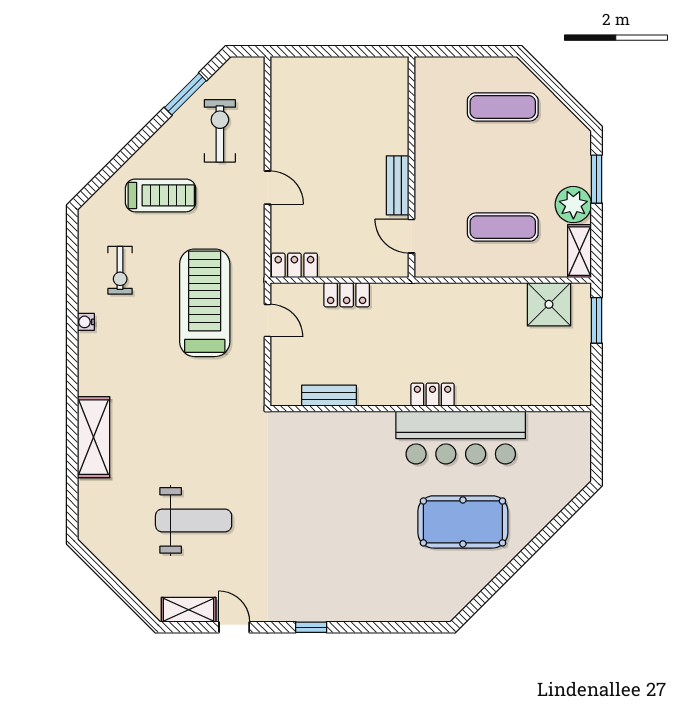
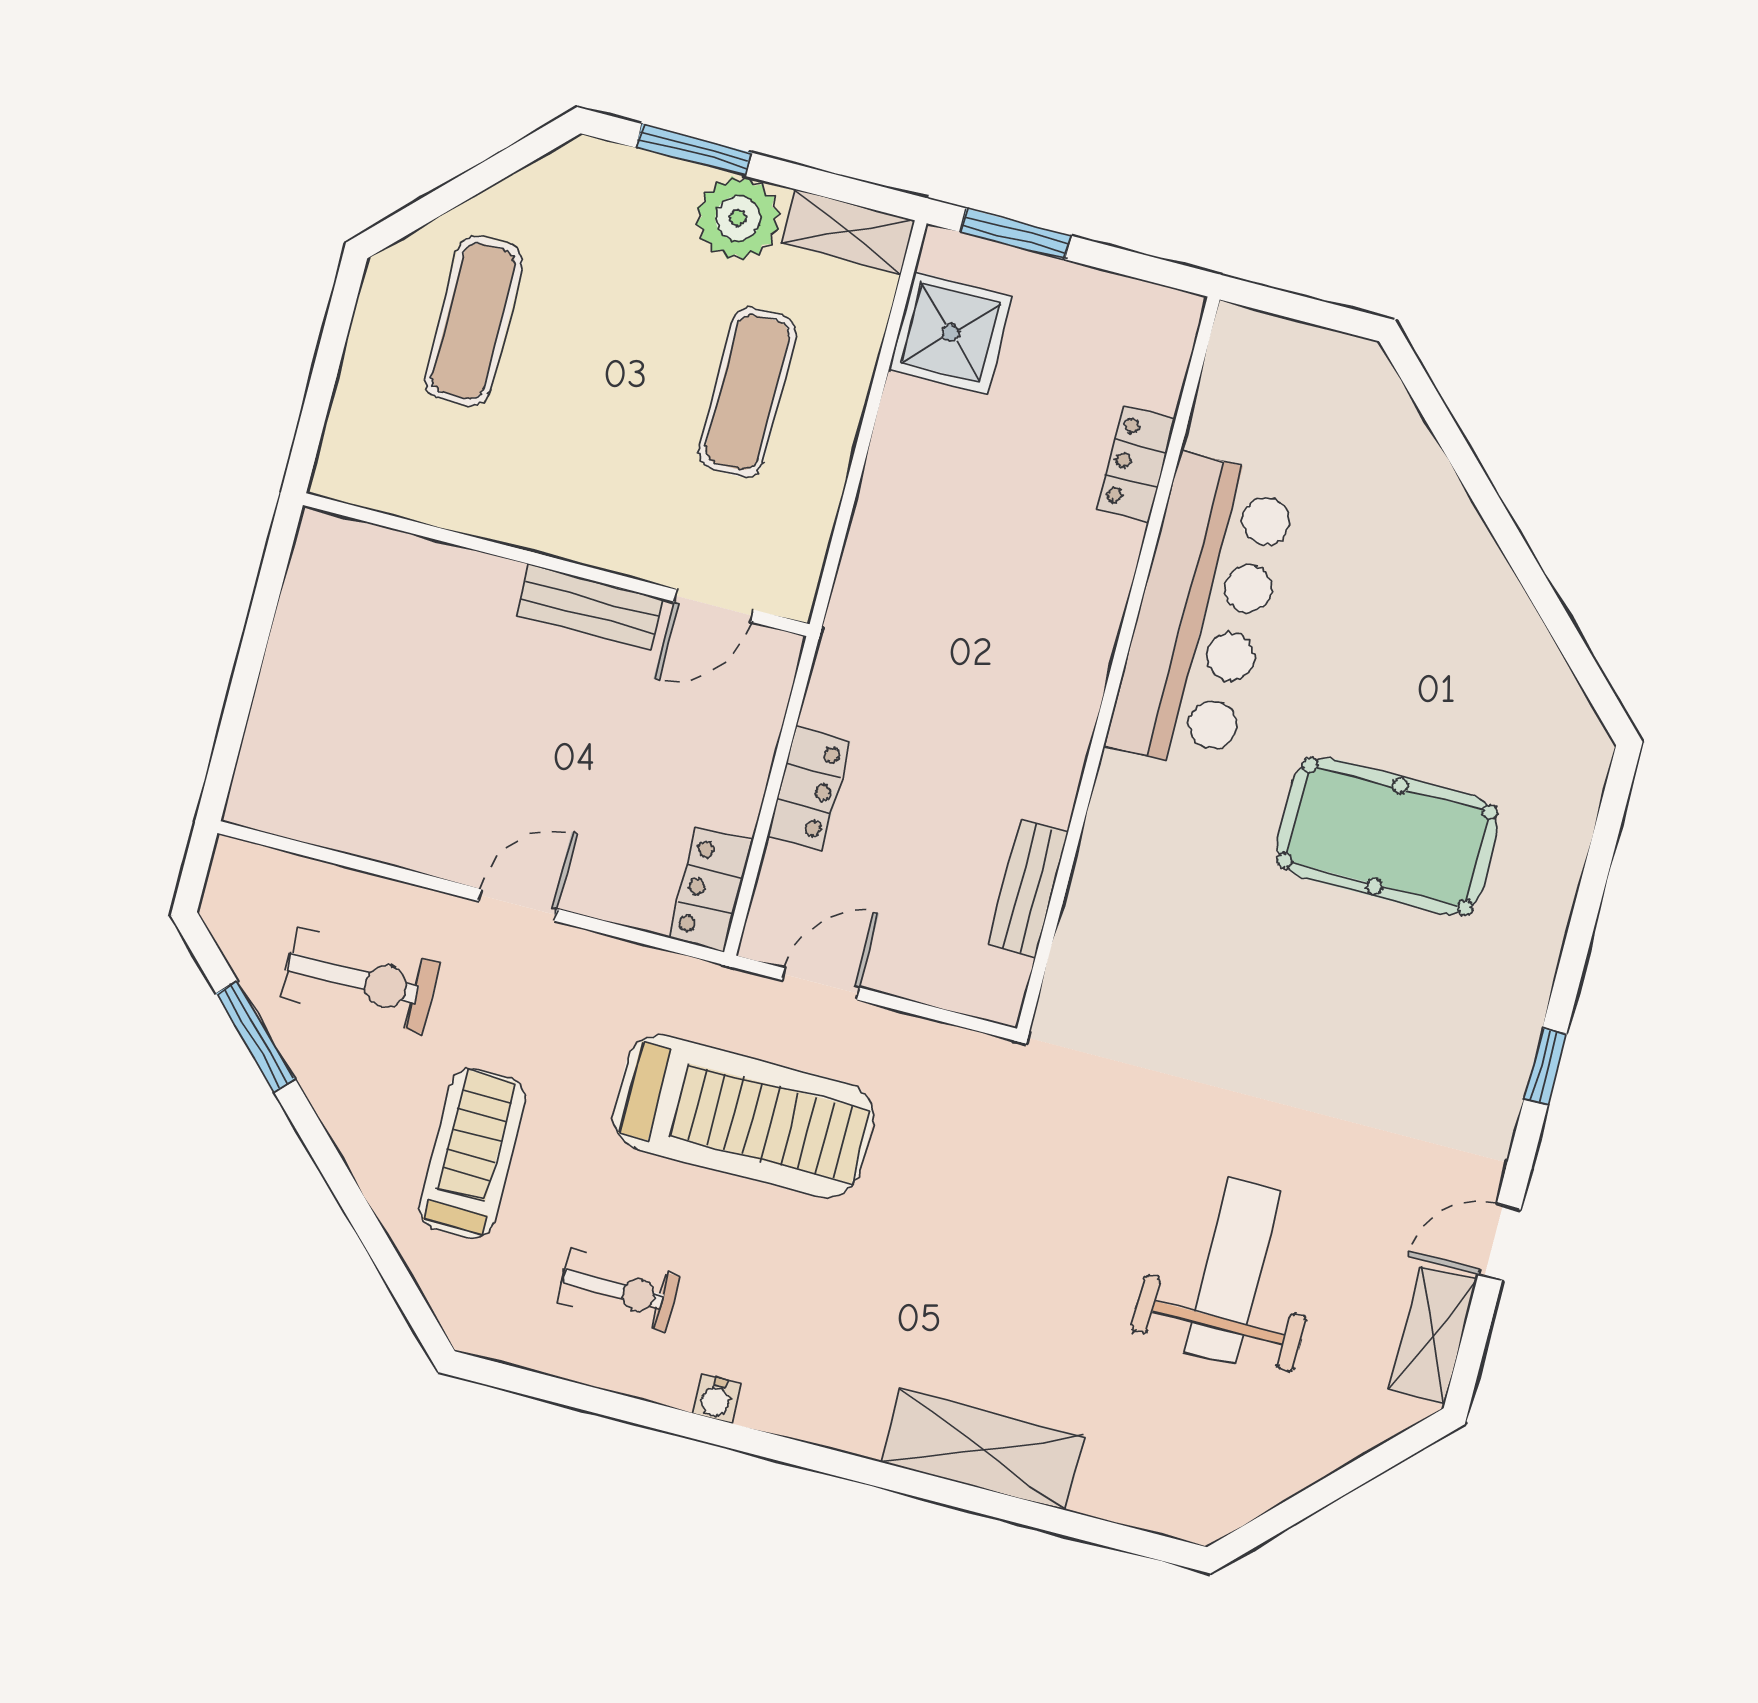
exercise bike: (220, 131) -> (360, 980), turned 180
treadmill: (205, 303) -> (743, 1116), turned 180
locker: (433, 395) -> (1136, 464), moved
pool table: (463, 522) -> (1387, 836), moved, turned 90

